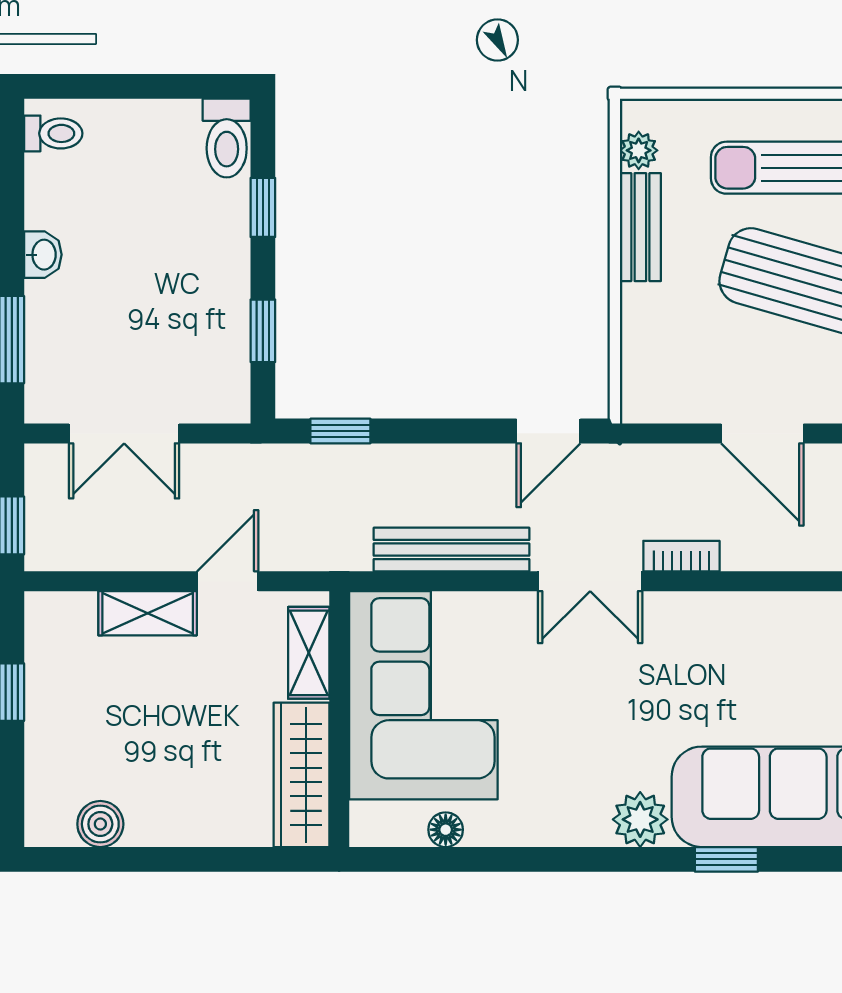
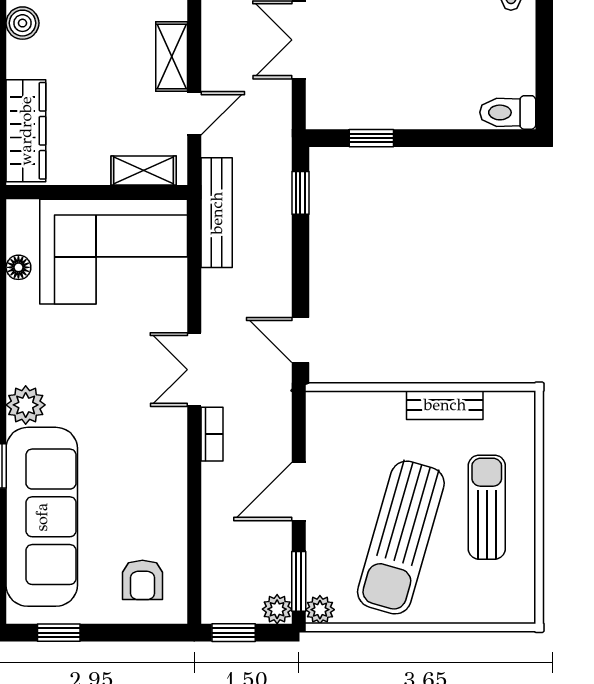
plant: (639, 150) -> (499, 404), removed
window: (263, 207) -> (459, 138), removed
bench: (451, 550) -> (217, 213), moved
door: (228, 581) -> (194, 113), hinge flipped
wardrobe: (301, 775) -> (26, 131), moved, turned 90

